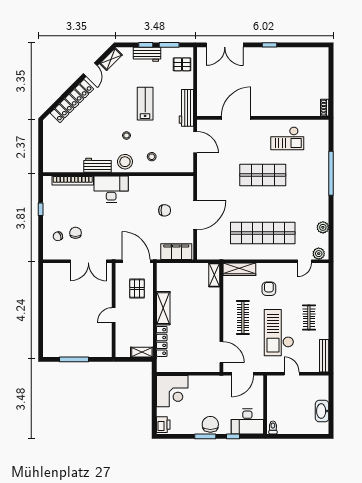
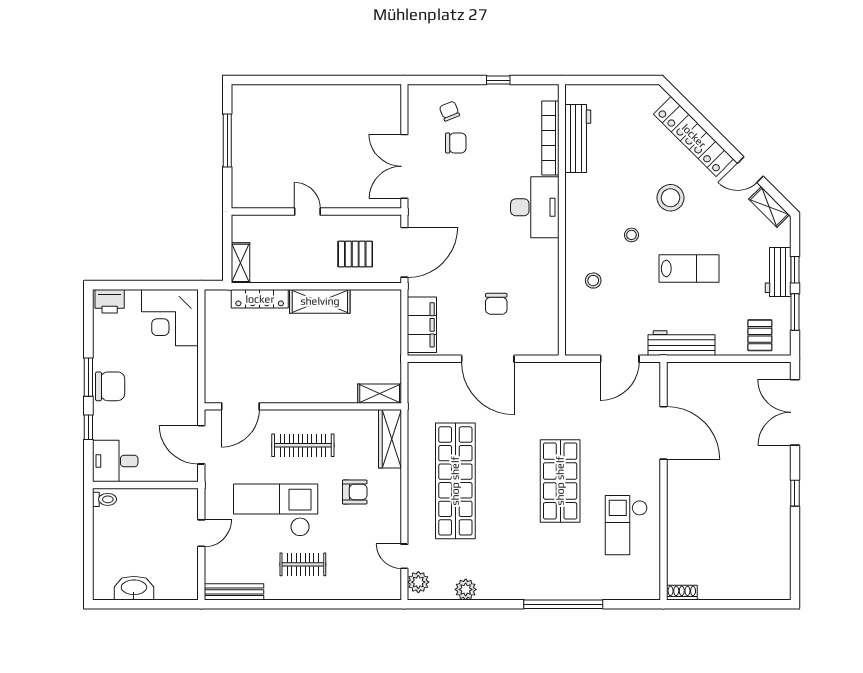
stool: (125, 162) -> (670, 198), moved
workbench: (98, 165) -> (578, 138), moved, width x1.38
desk: (247, 421) -> (115, 461), width x0.73

